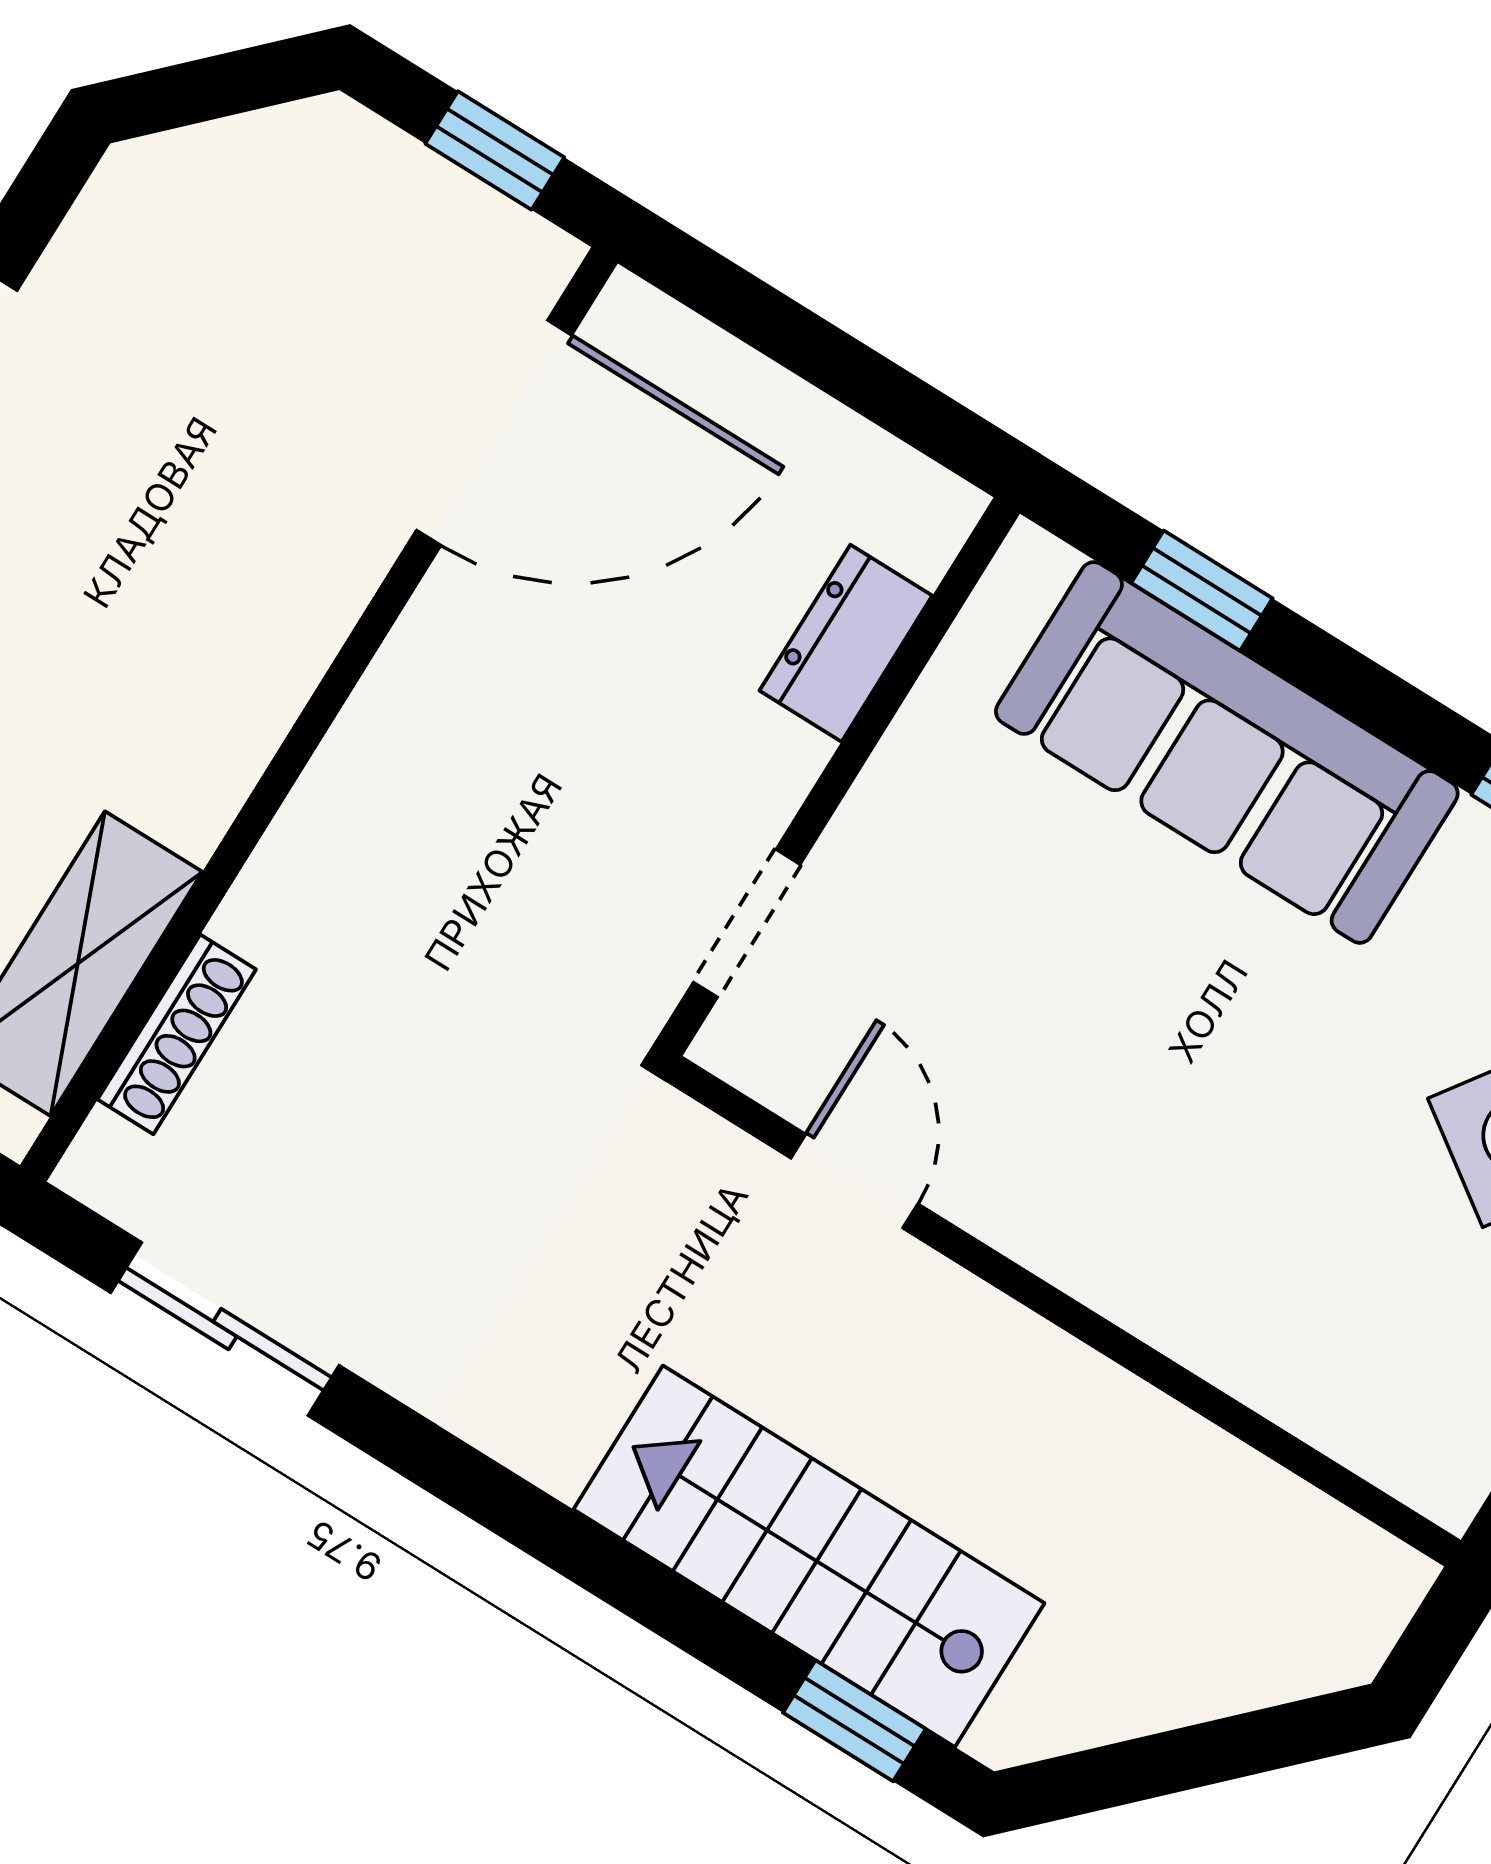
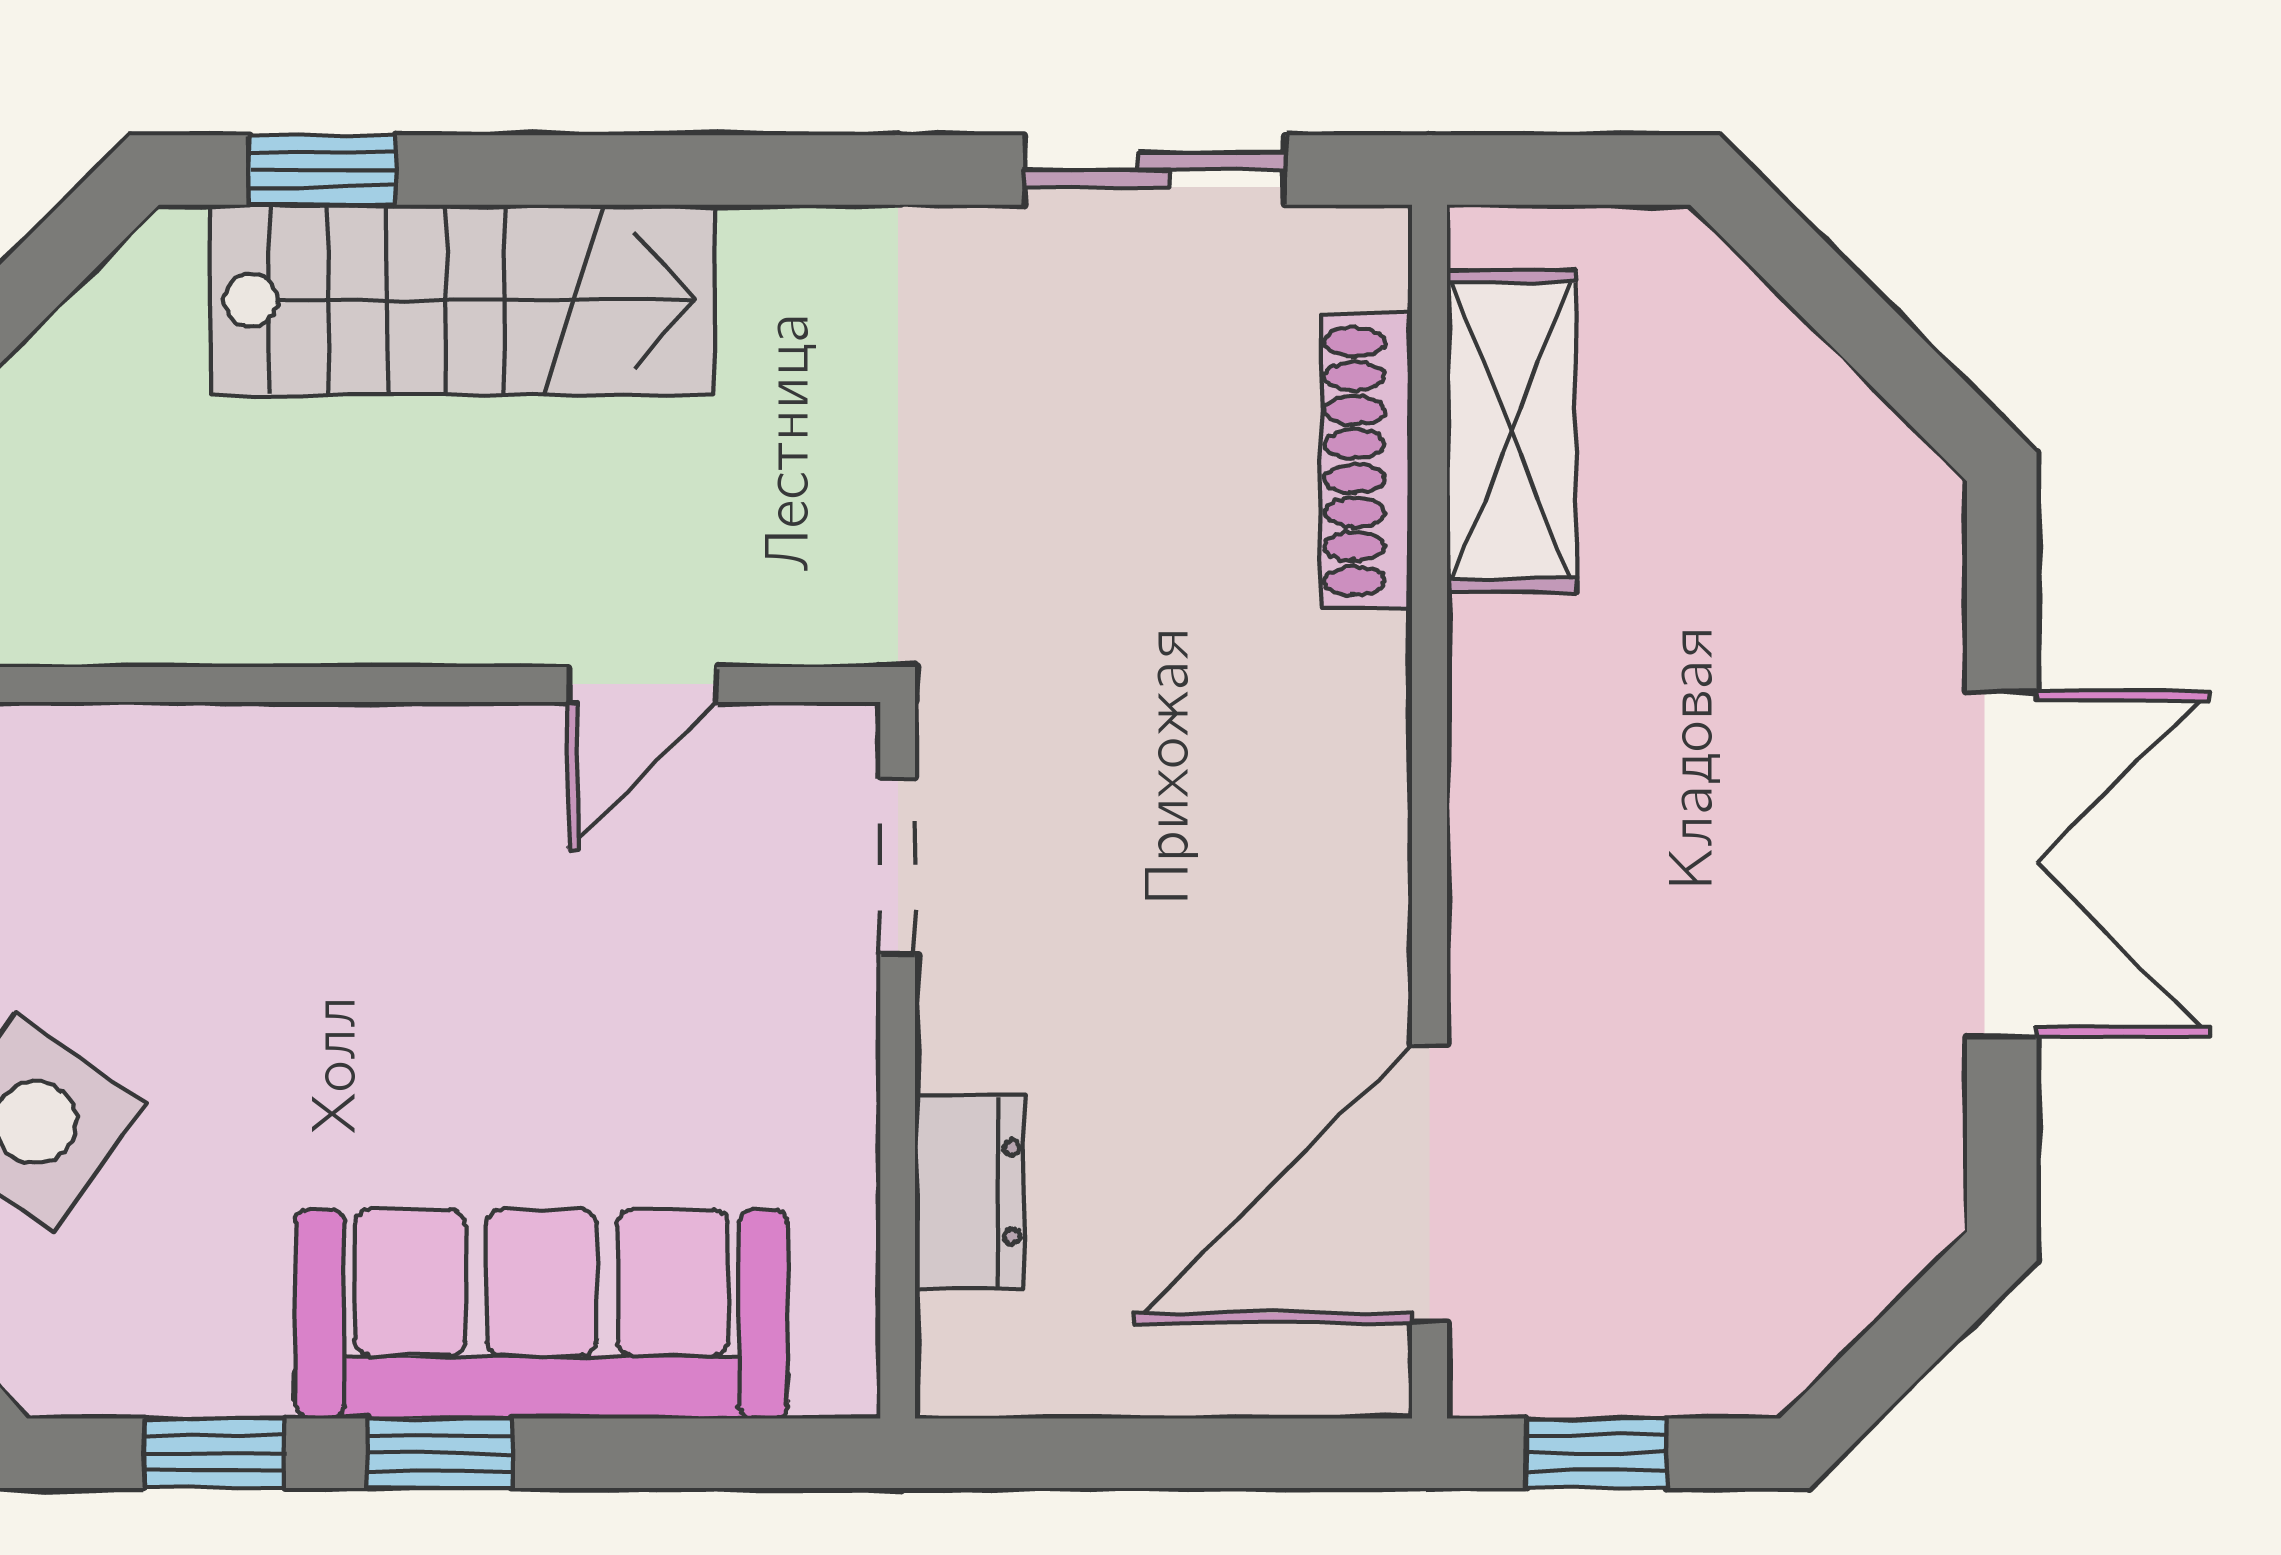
window: (1202, 591) -> (440, 1453), moved
shoe rack: (177, 1034) -> (1366, 461), width x1.36, depth x1.24
door: (854, 1181) -> (642, 684), hinge flipped

